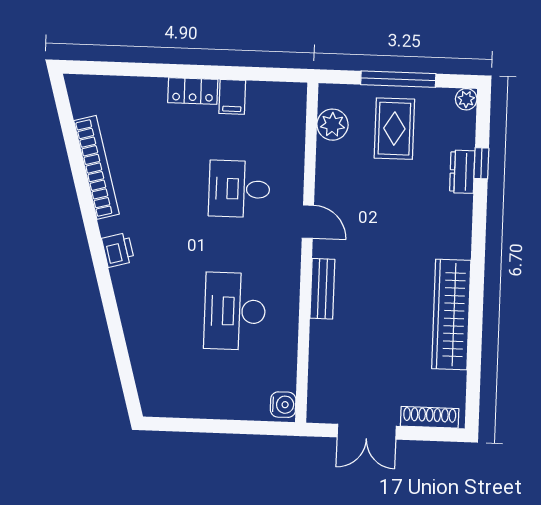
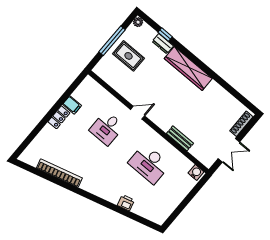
plant: (332, 125) -> (110, 77), removed
printer: (118, 250) -> (126, 203), moved
bench: (322, 289) -> (180, 138), moved
wardrobe: (451, 315) -> (188, 69), moved

